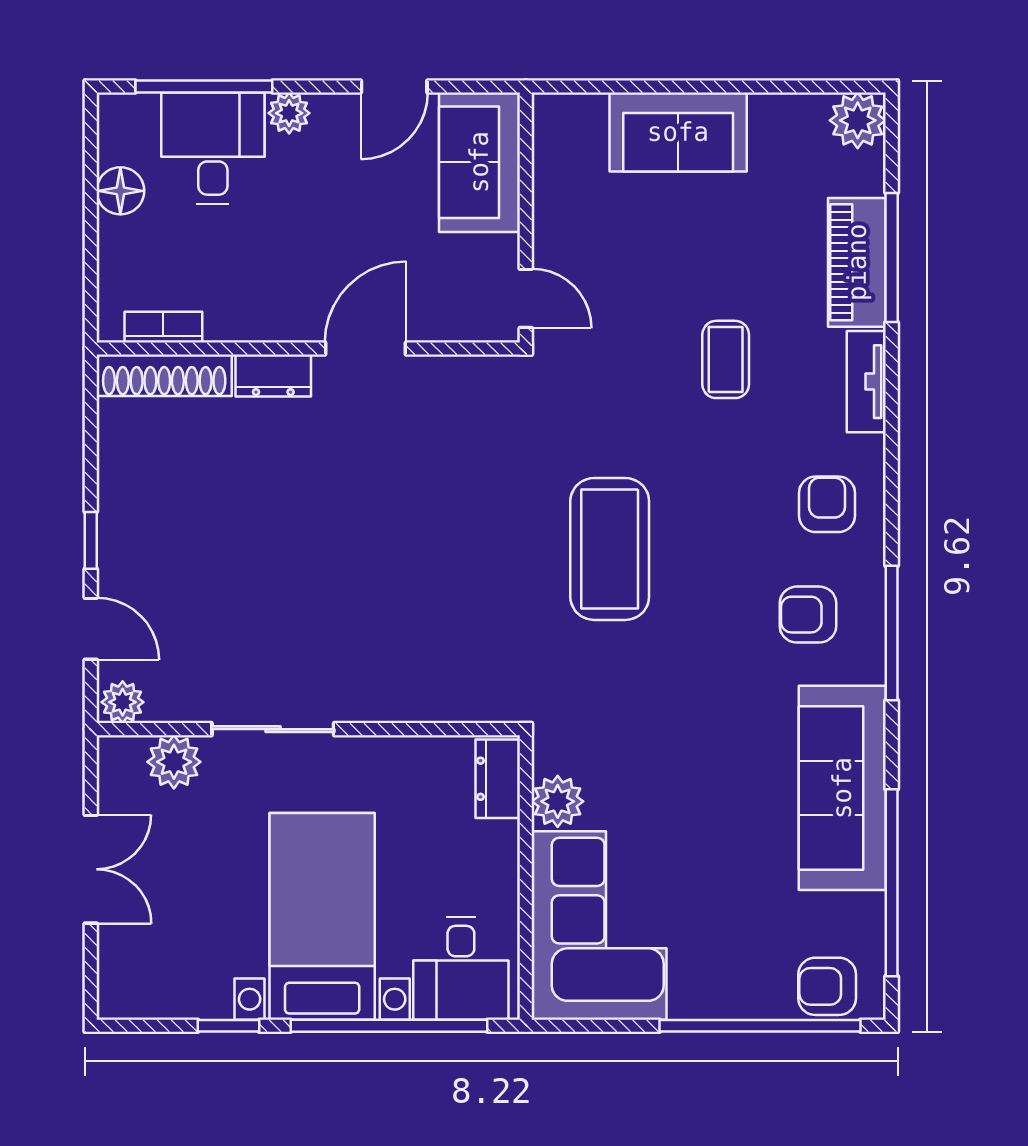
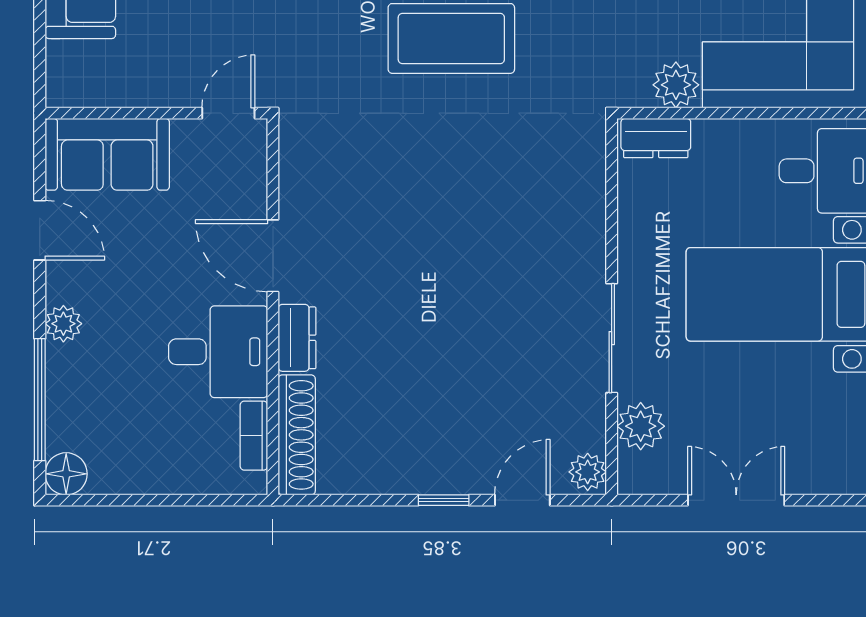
desk: (213, 148) -> (218, 352), moved, turned 180
floor lamp: (120, 191) -> (66, 474), moved

